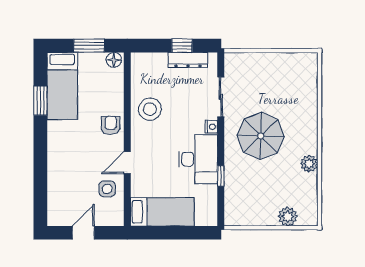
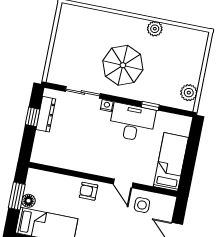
floor lamp: (114, 60) -> (28, 201), moved
stool: (150, 109) -> (81, 155), removed
plant: (288, 216) -> (189, 93), moved

